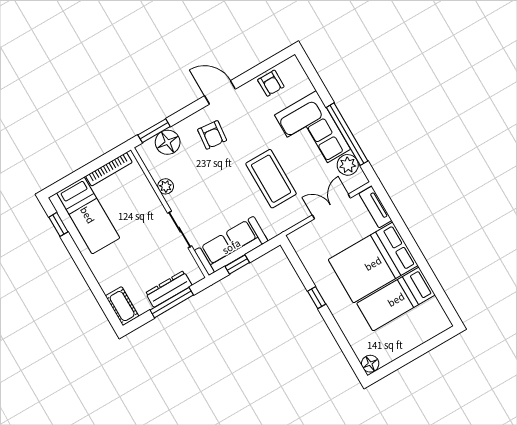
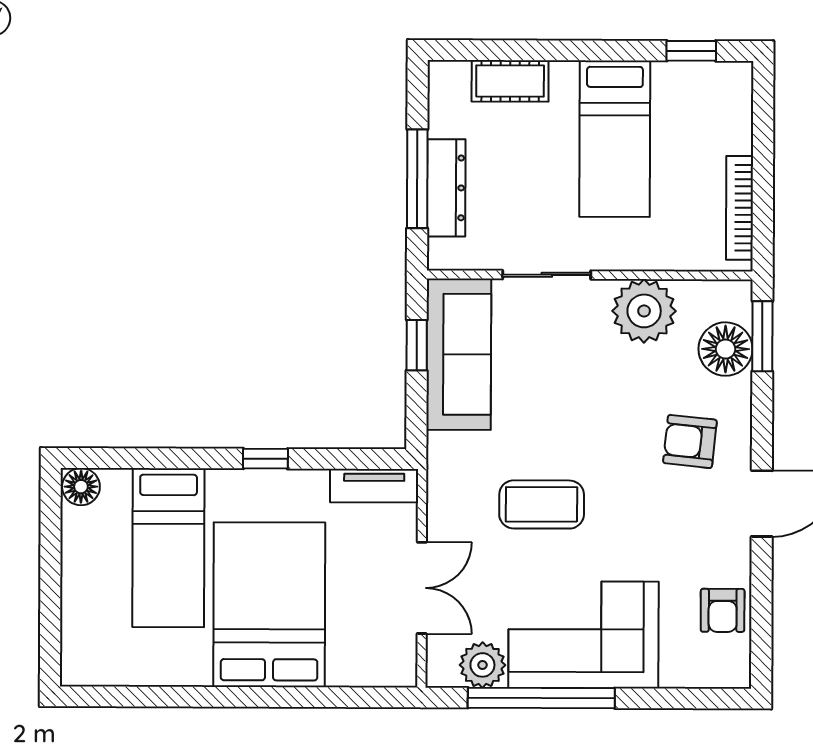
armchair: (271, 83) -> (723, 610), turned -90
coffee table: (271, 179) -> (542, 504), width x0.73, depth x0.76
plant: (166, 186) -> (644, 311), width x1.88, depth x1.88
tv unit: (375, 207) -> (374, 486), moved, turned 180
bed: (88, 215) -> (615, 139), moved, turned -90
bed: (396, 299) -> (168, 548), moved, turned 180
cot: (122, 306) -> (510, 81), moved

